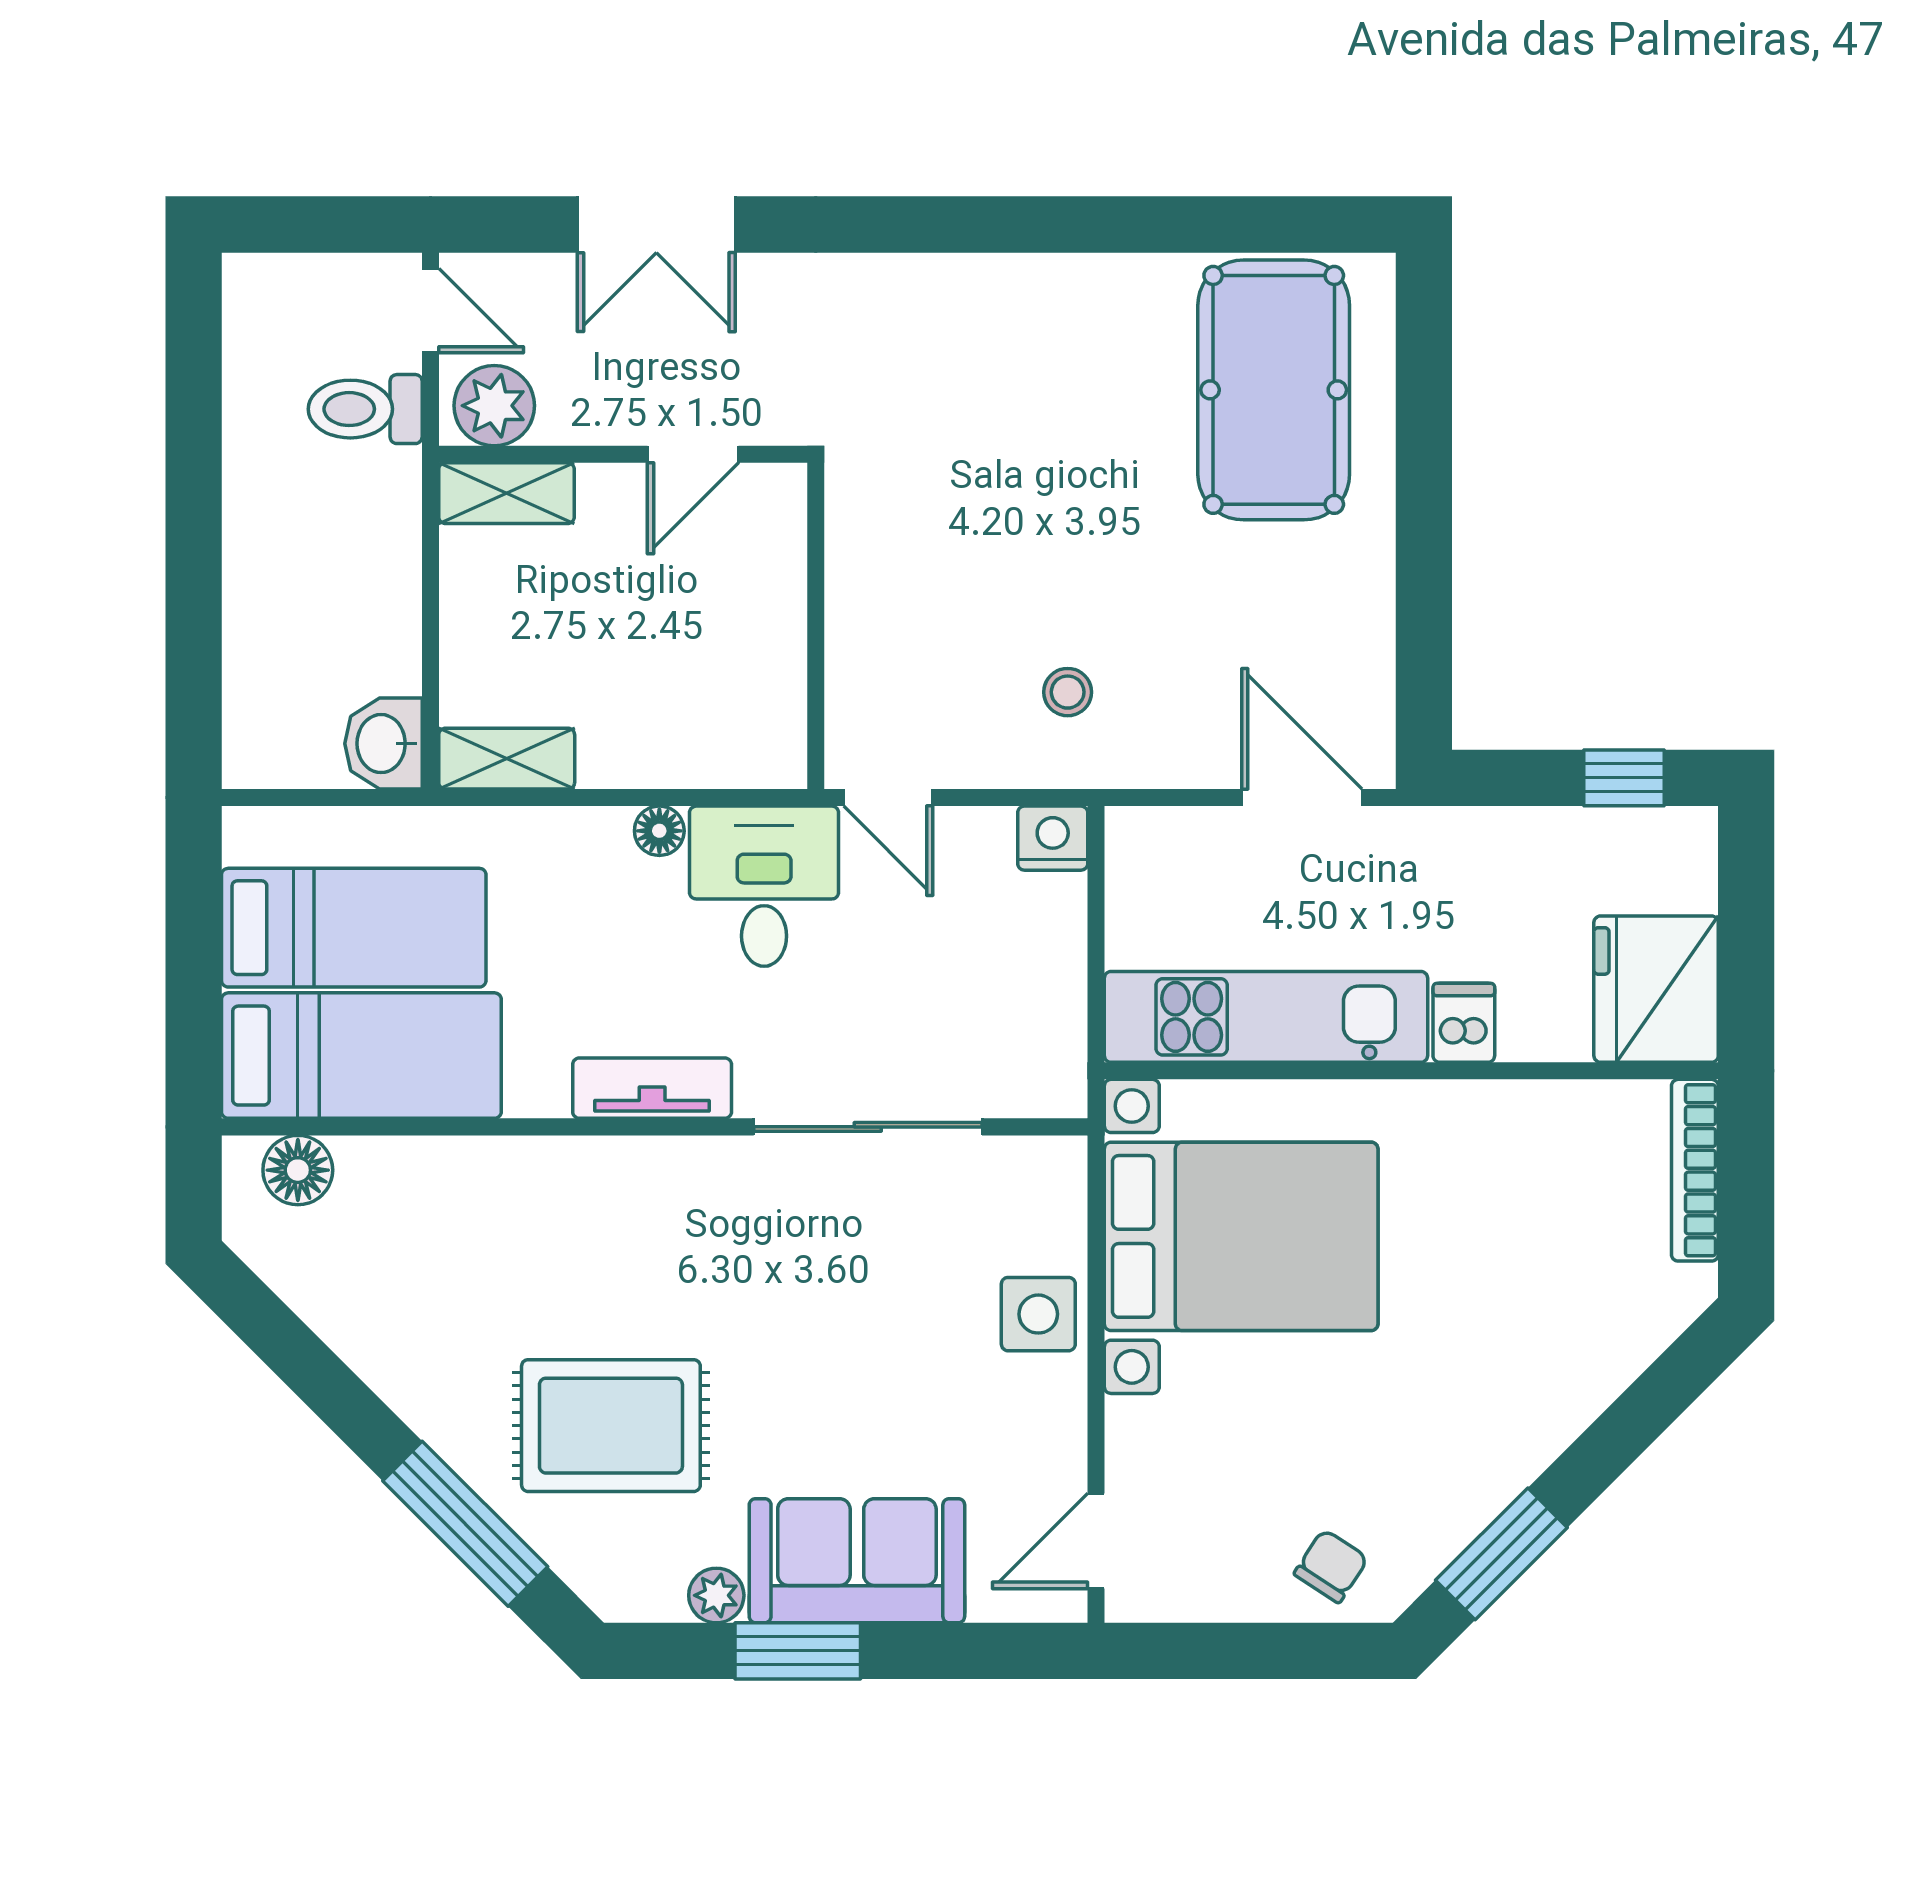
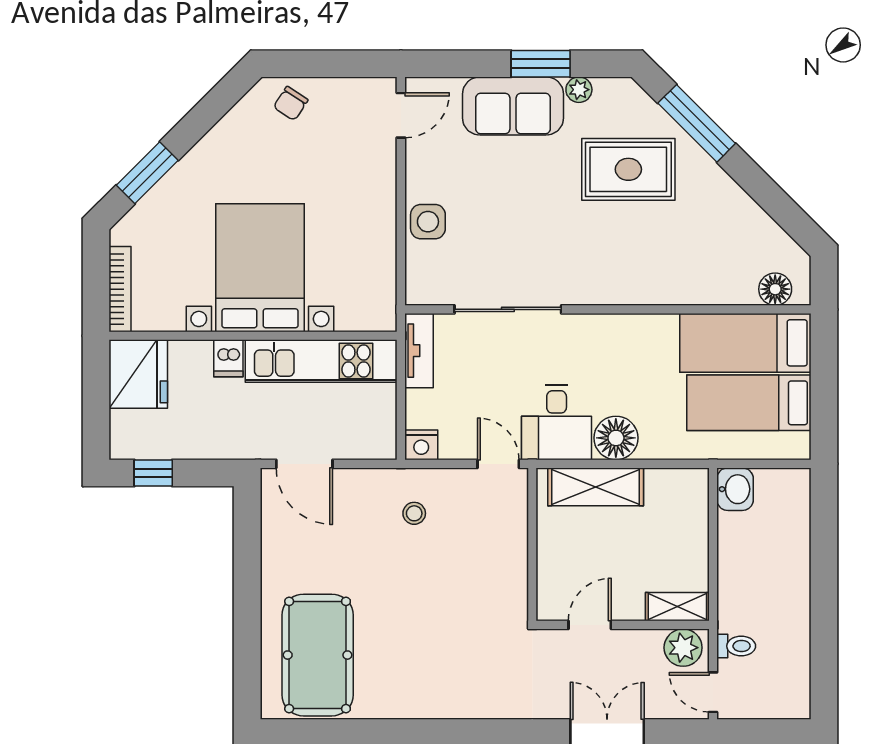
toilet: (365, 409) -> (736, 646), width x0.73, depth x0.72
shelving: (507, 759) -> (596, 487), moved, width x1.50, depth x1.33
floor lamp: (659, 831) -> (616, 438), width x1.89, depth x1.89
tv unit: (652, 1088) -> (419, 351), moved, turned -90
bed with nightstands: (1241, 1236) -> (260, 268), moved, turned 90
window: (1501, 1554) -> (147, 173), moved

